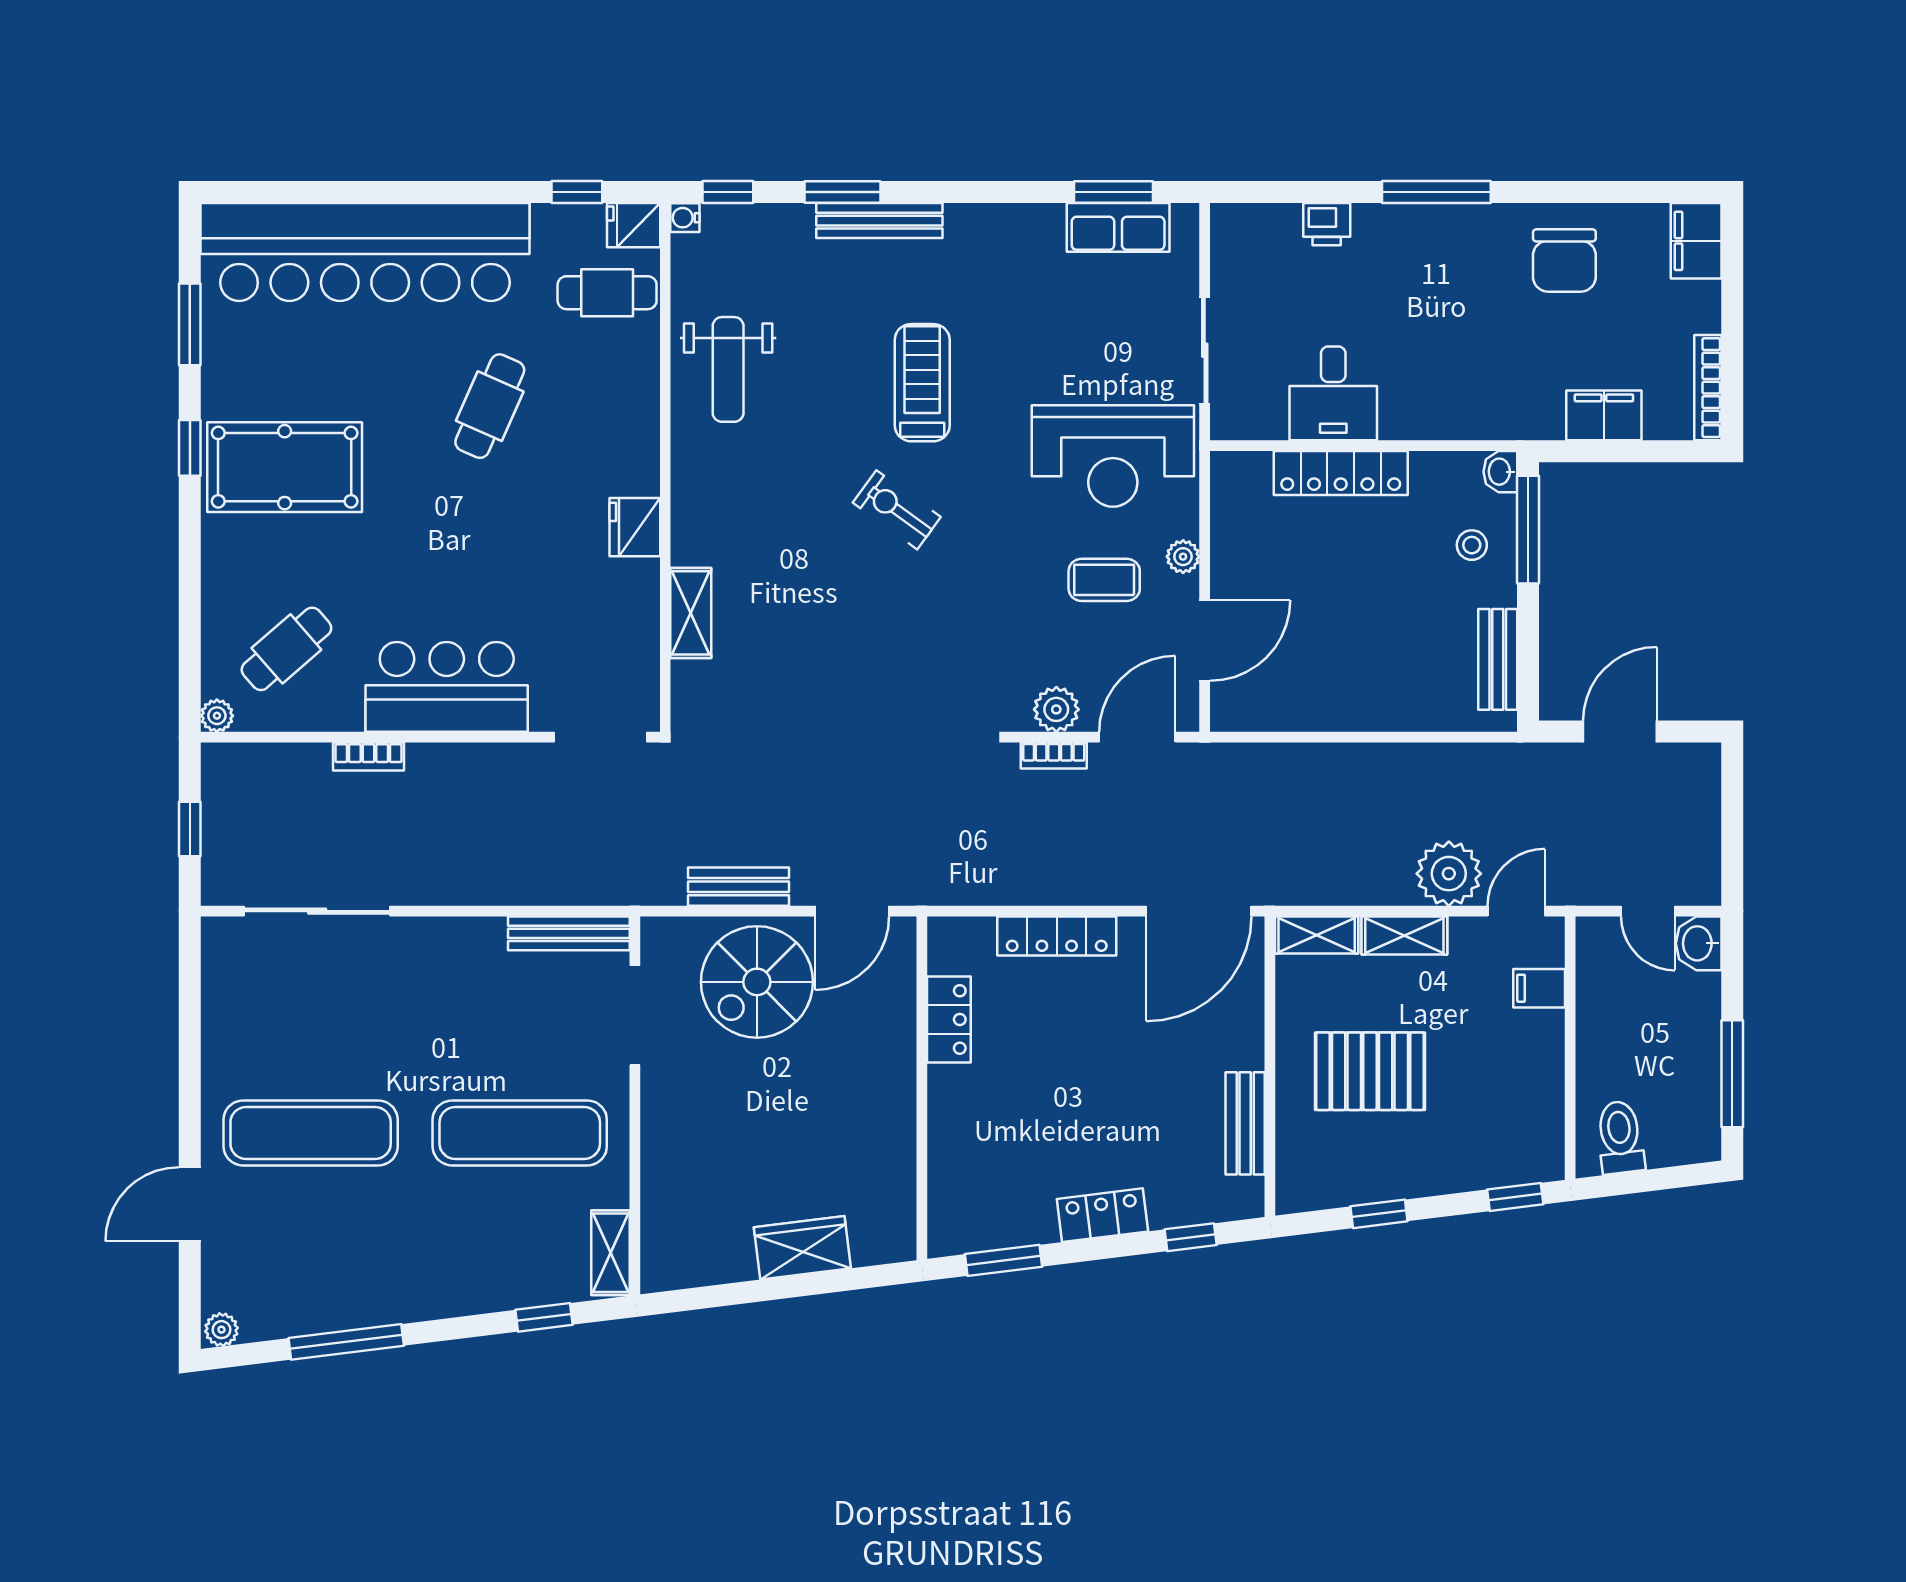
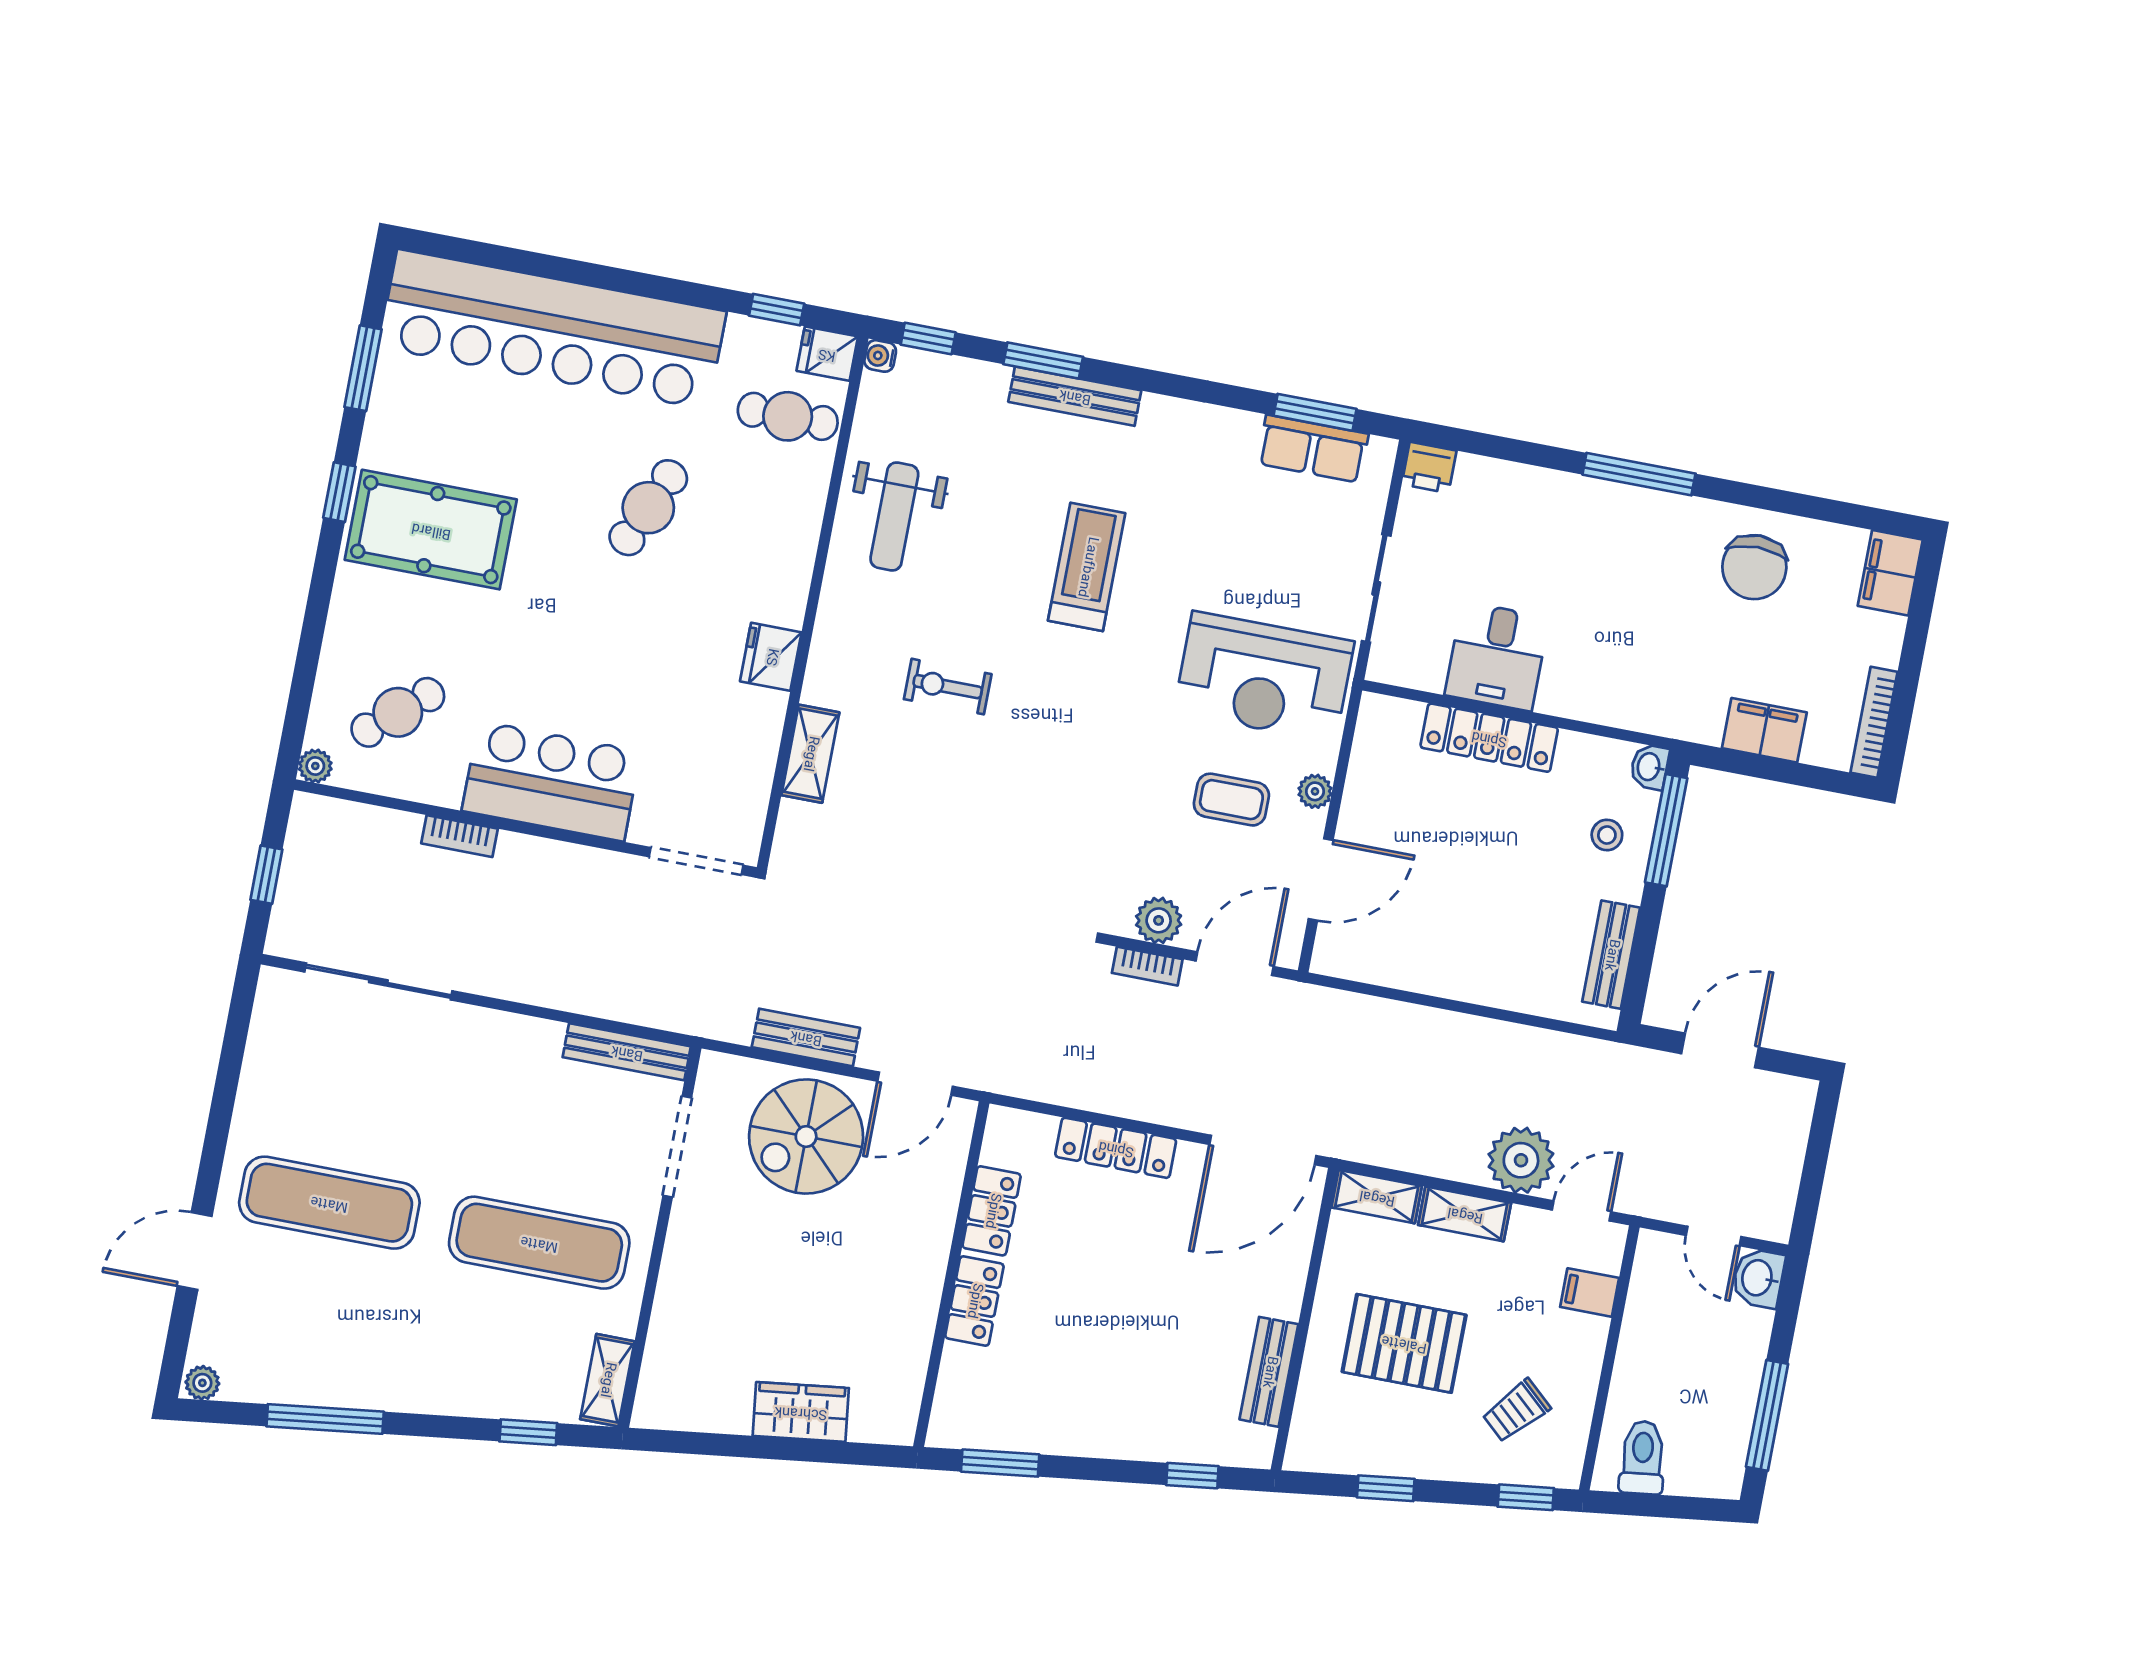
printer: (1327, 224) -> (1429, 467), moved
exercise bike: (897, 510) -> (948, 687), moved, turned -36
trolley: (1490, 1115) -> (1516, 1411), added
locker: (1102, 1215) -> (974, 1301), moved, turned 97

